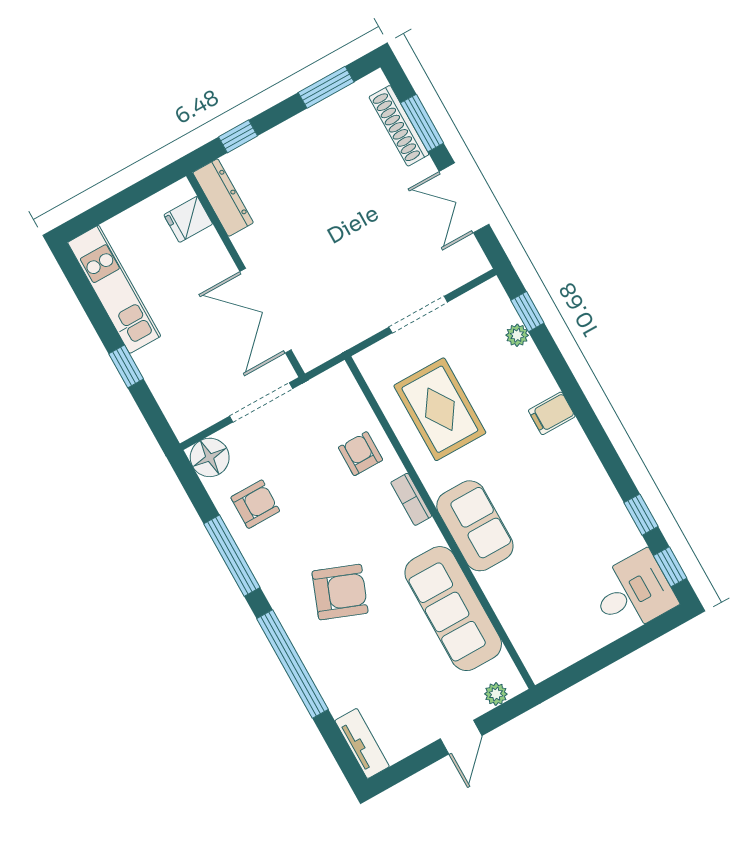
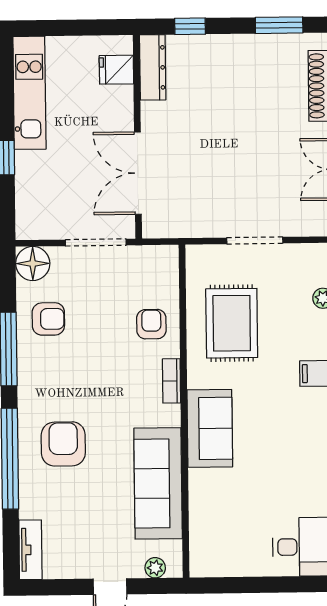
armchair: (340, 592) -> (63, 444), moved, turned -111

